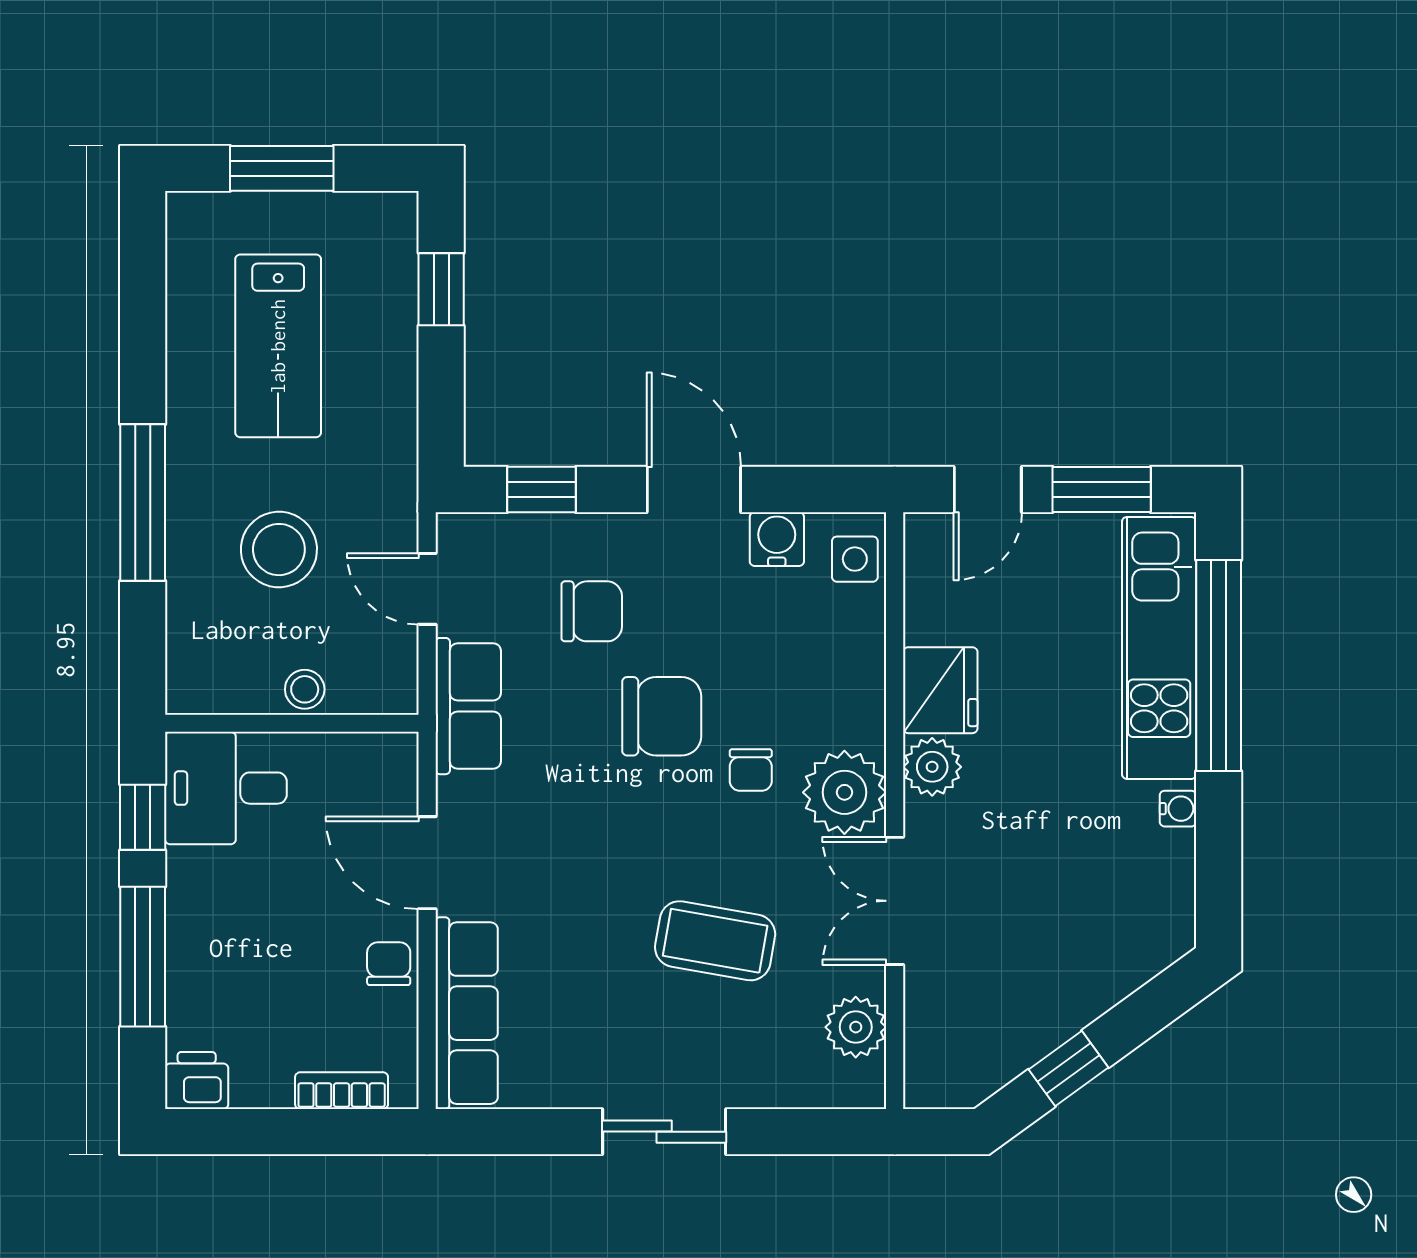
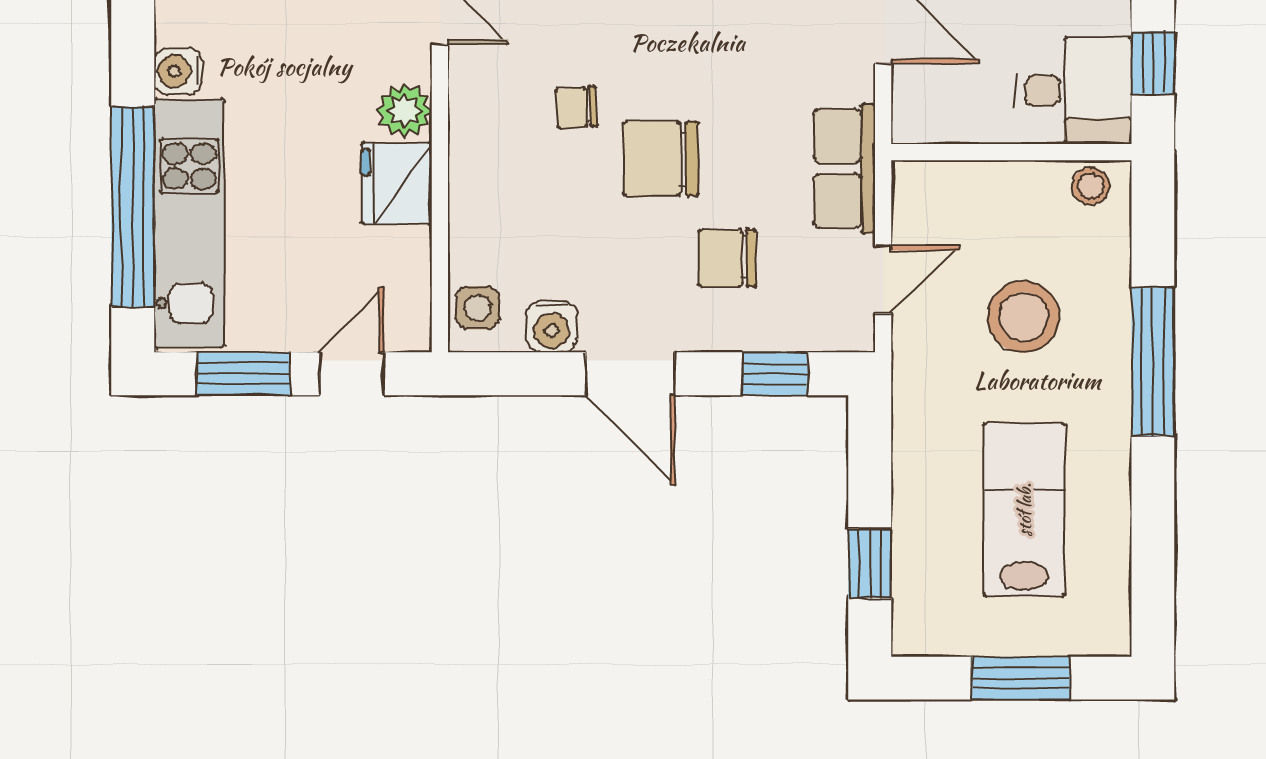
door: (427, 589) -> (883, 279), hinge flipped
stool: (305, 689) -> (1091, 186), moved
chair: (751, 770) -> (576, 108), turned -94
plant: (844, 792) -> (487, 87), removed
water cooler: (1178, 809) -> (178, 71), width x1.38, depth x1.38

